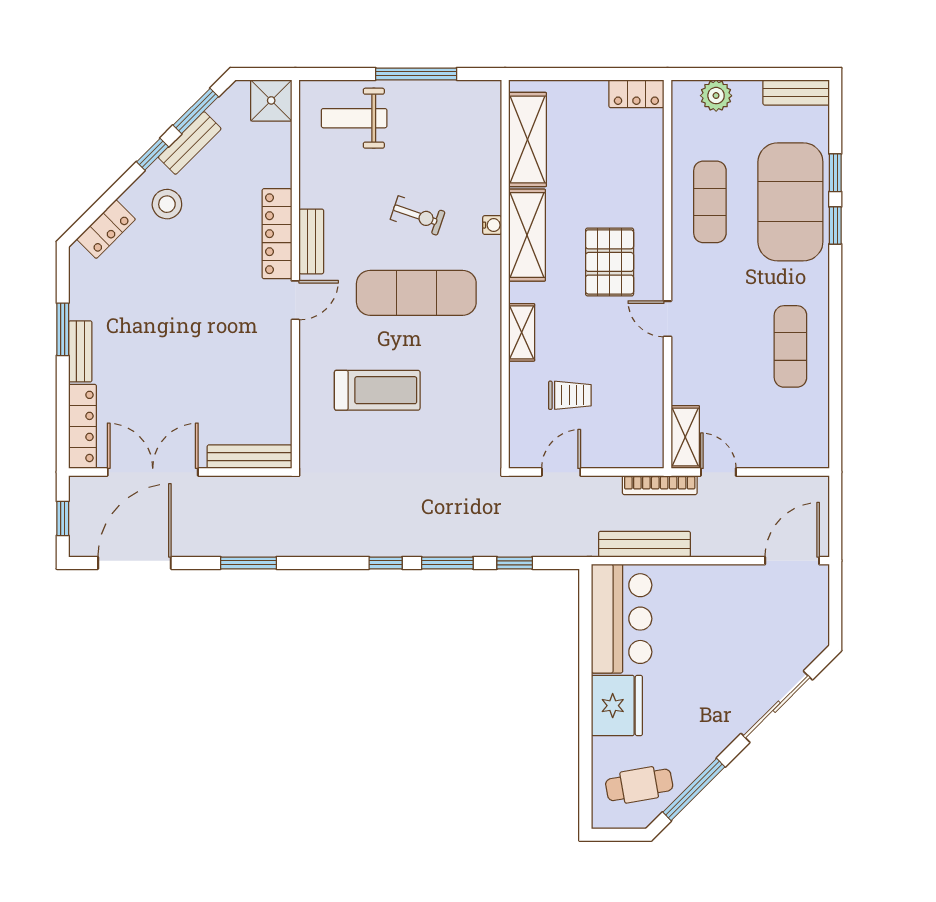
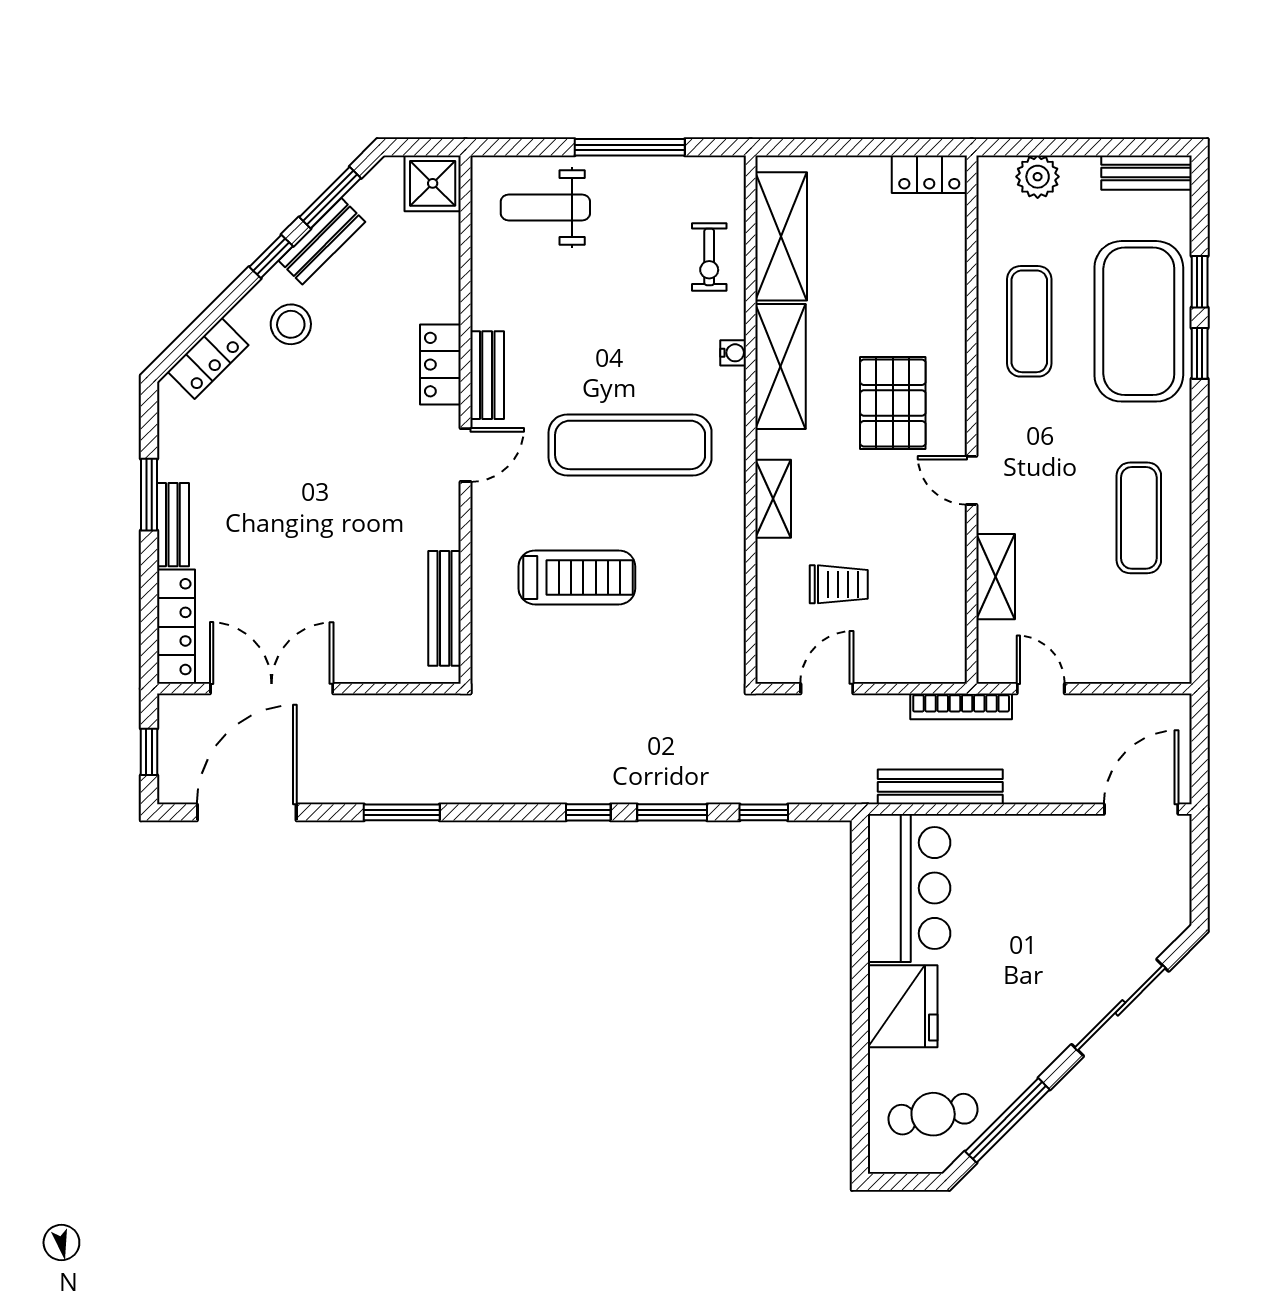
exercise bike: (418, 215) -> (709, 257), moved, turned 71
locker: (277, 234) -> (440, 365), width x0.66
shelving: (685, 437) -> (996, 577), moved
bench: (250, 457) -> (445, 608), moved, turned 90

